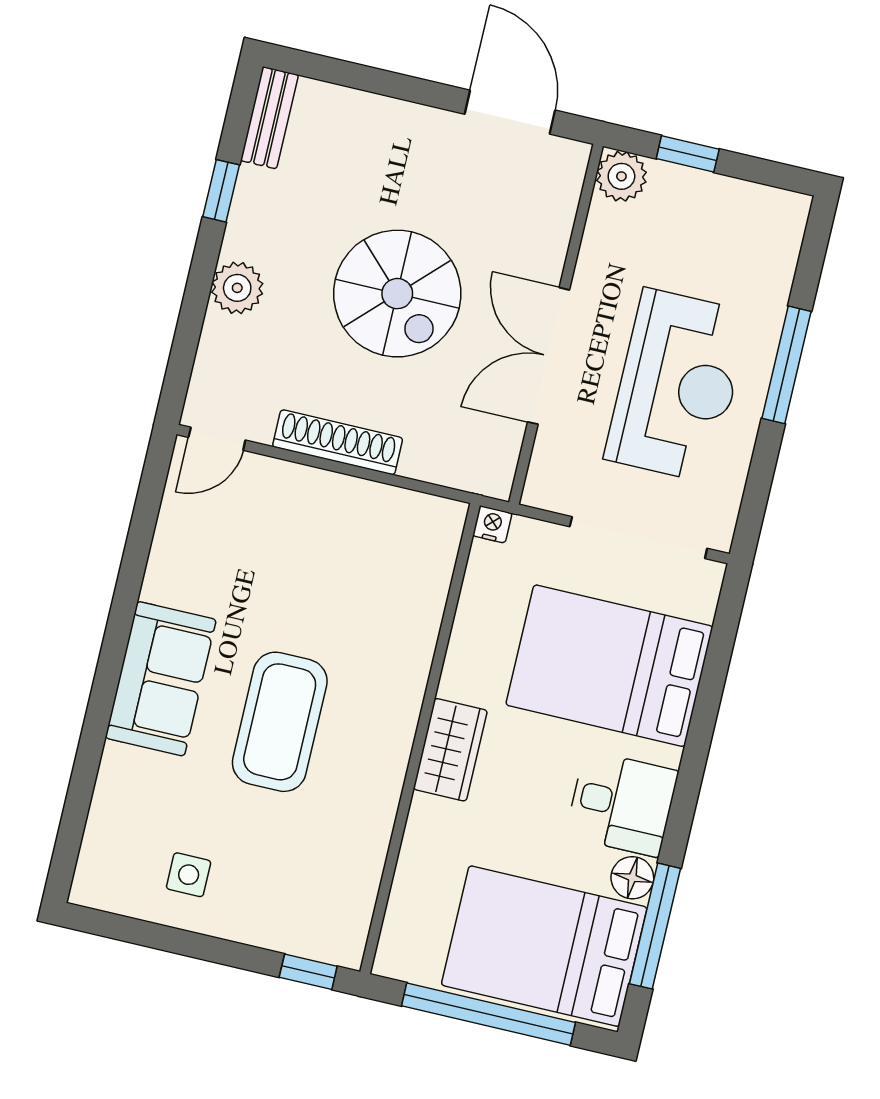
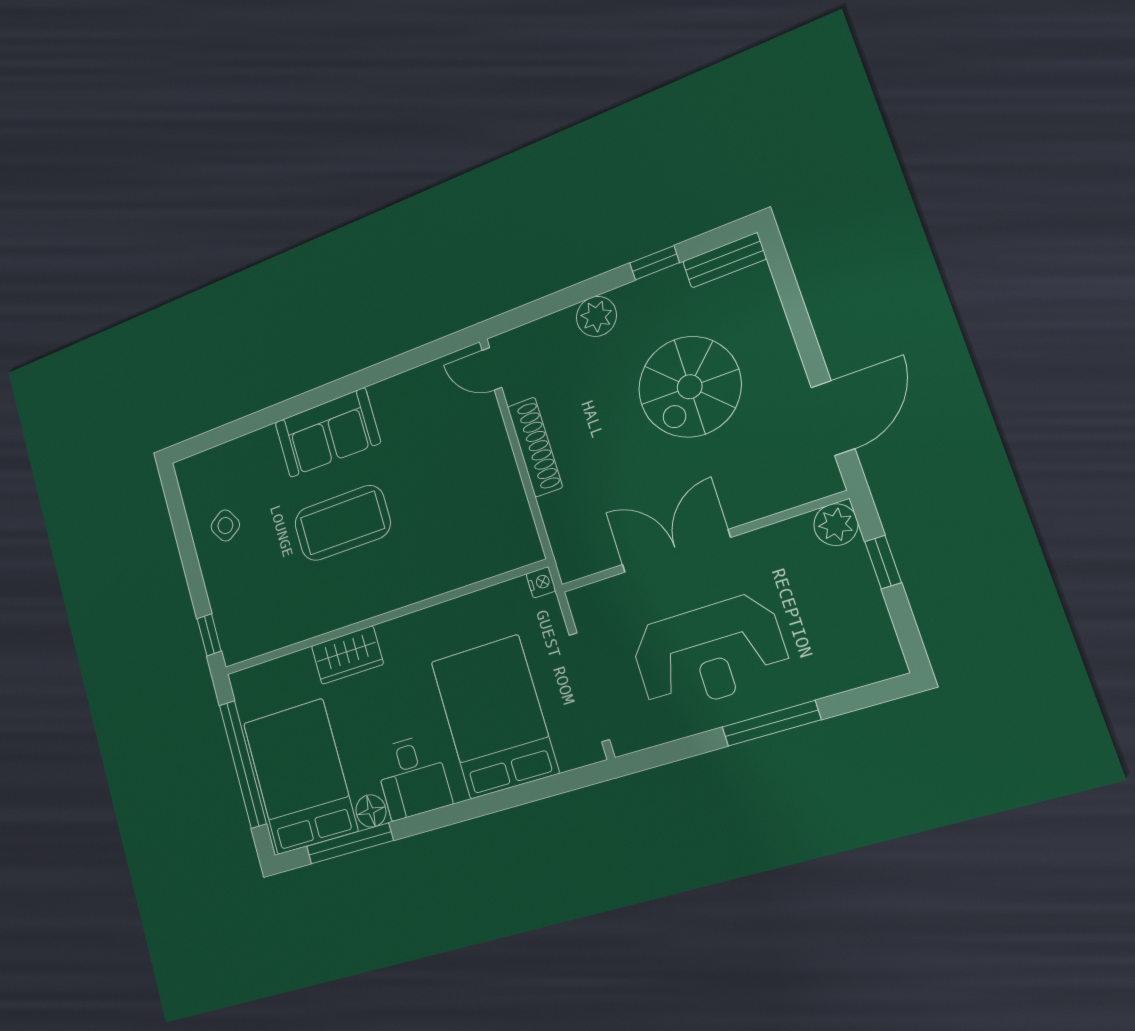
spiral stairs: (397, 294) -> (690, 387), moved
wardrobe: (450, 750) -> (347, 655), moved
side table: (189, 875) -> (225, 526), turned -32

